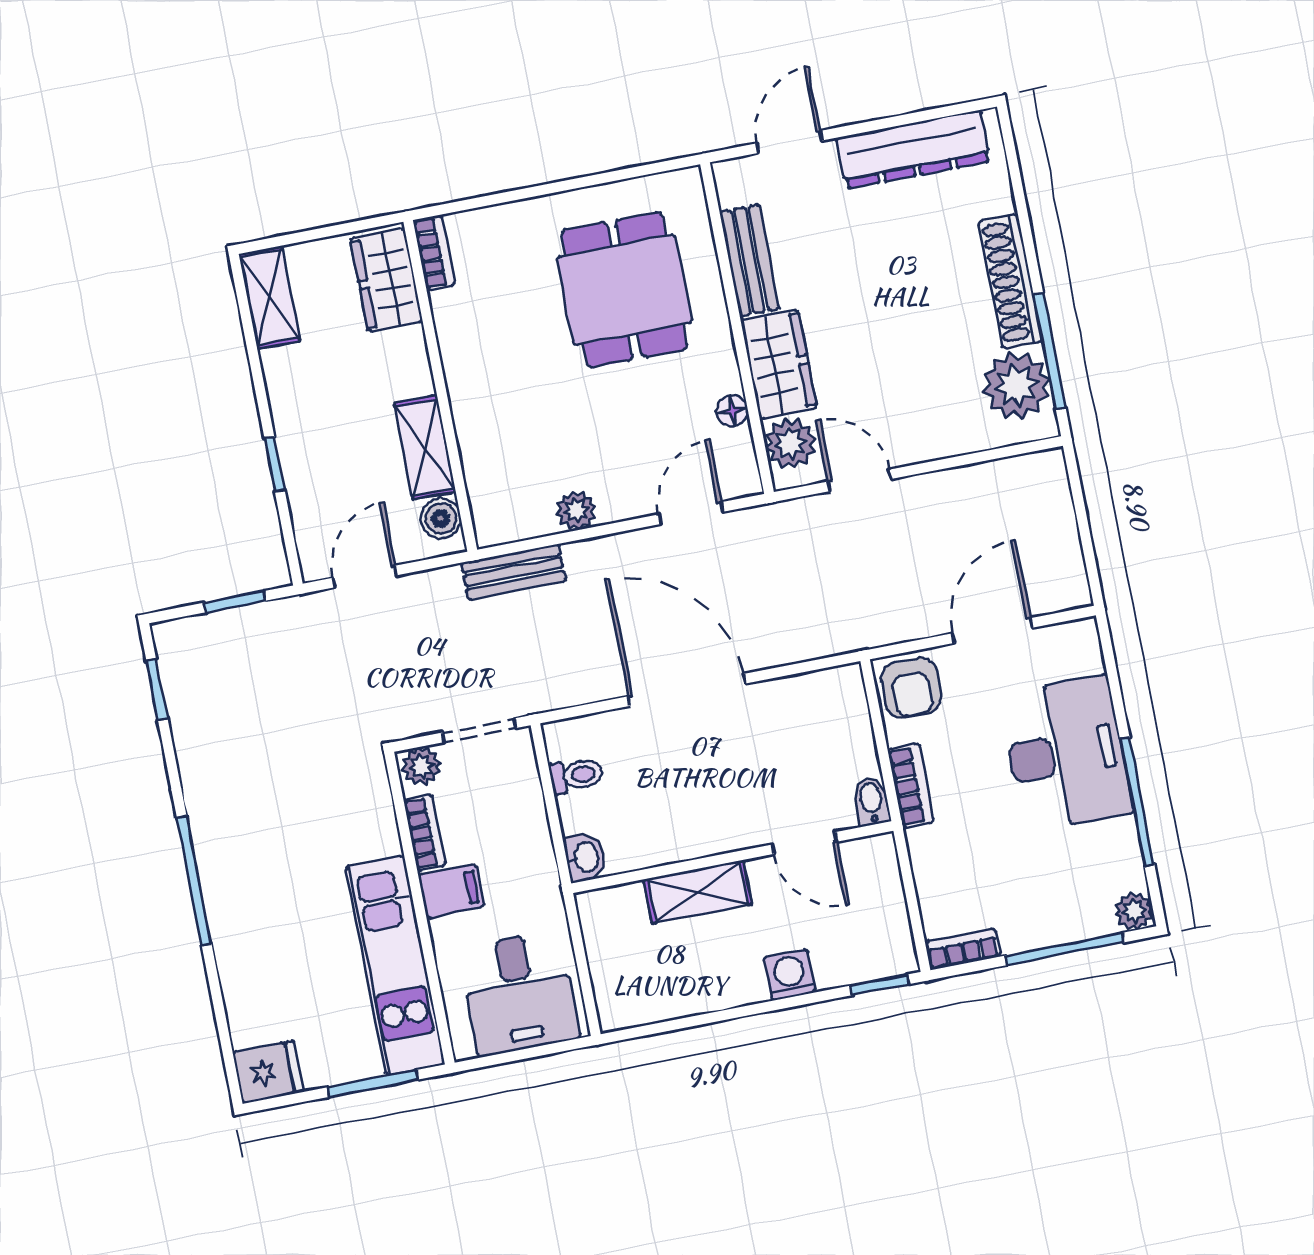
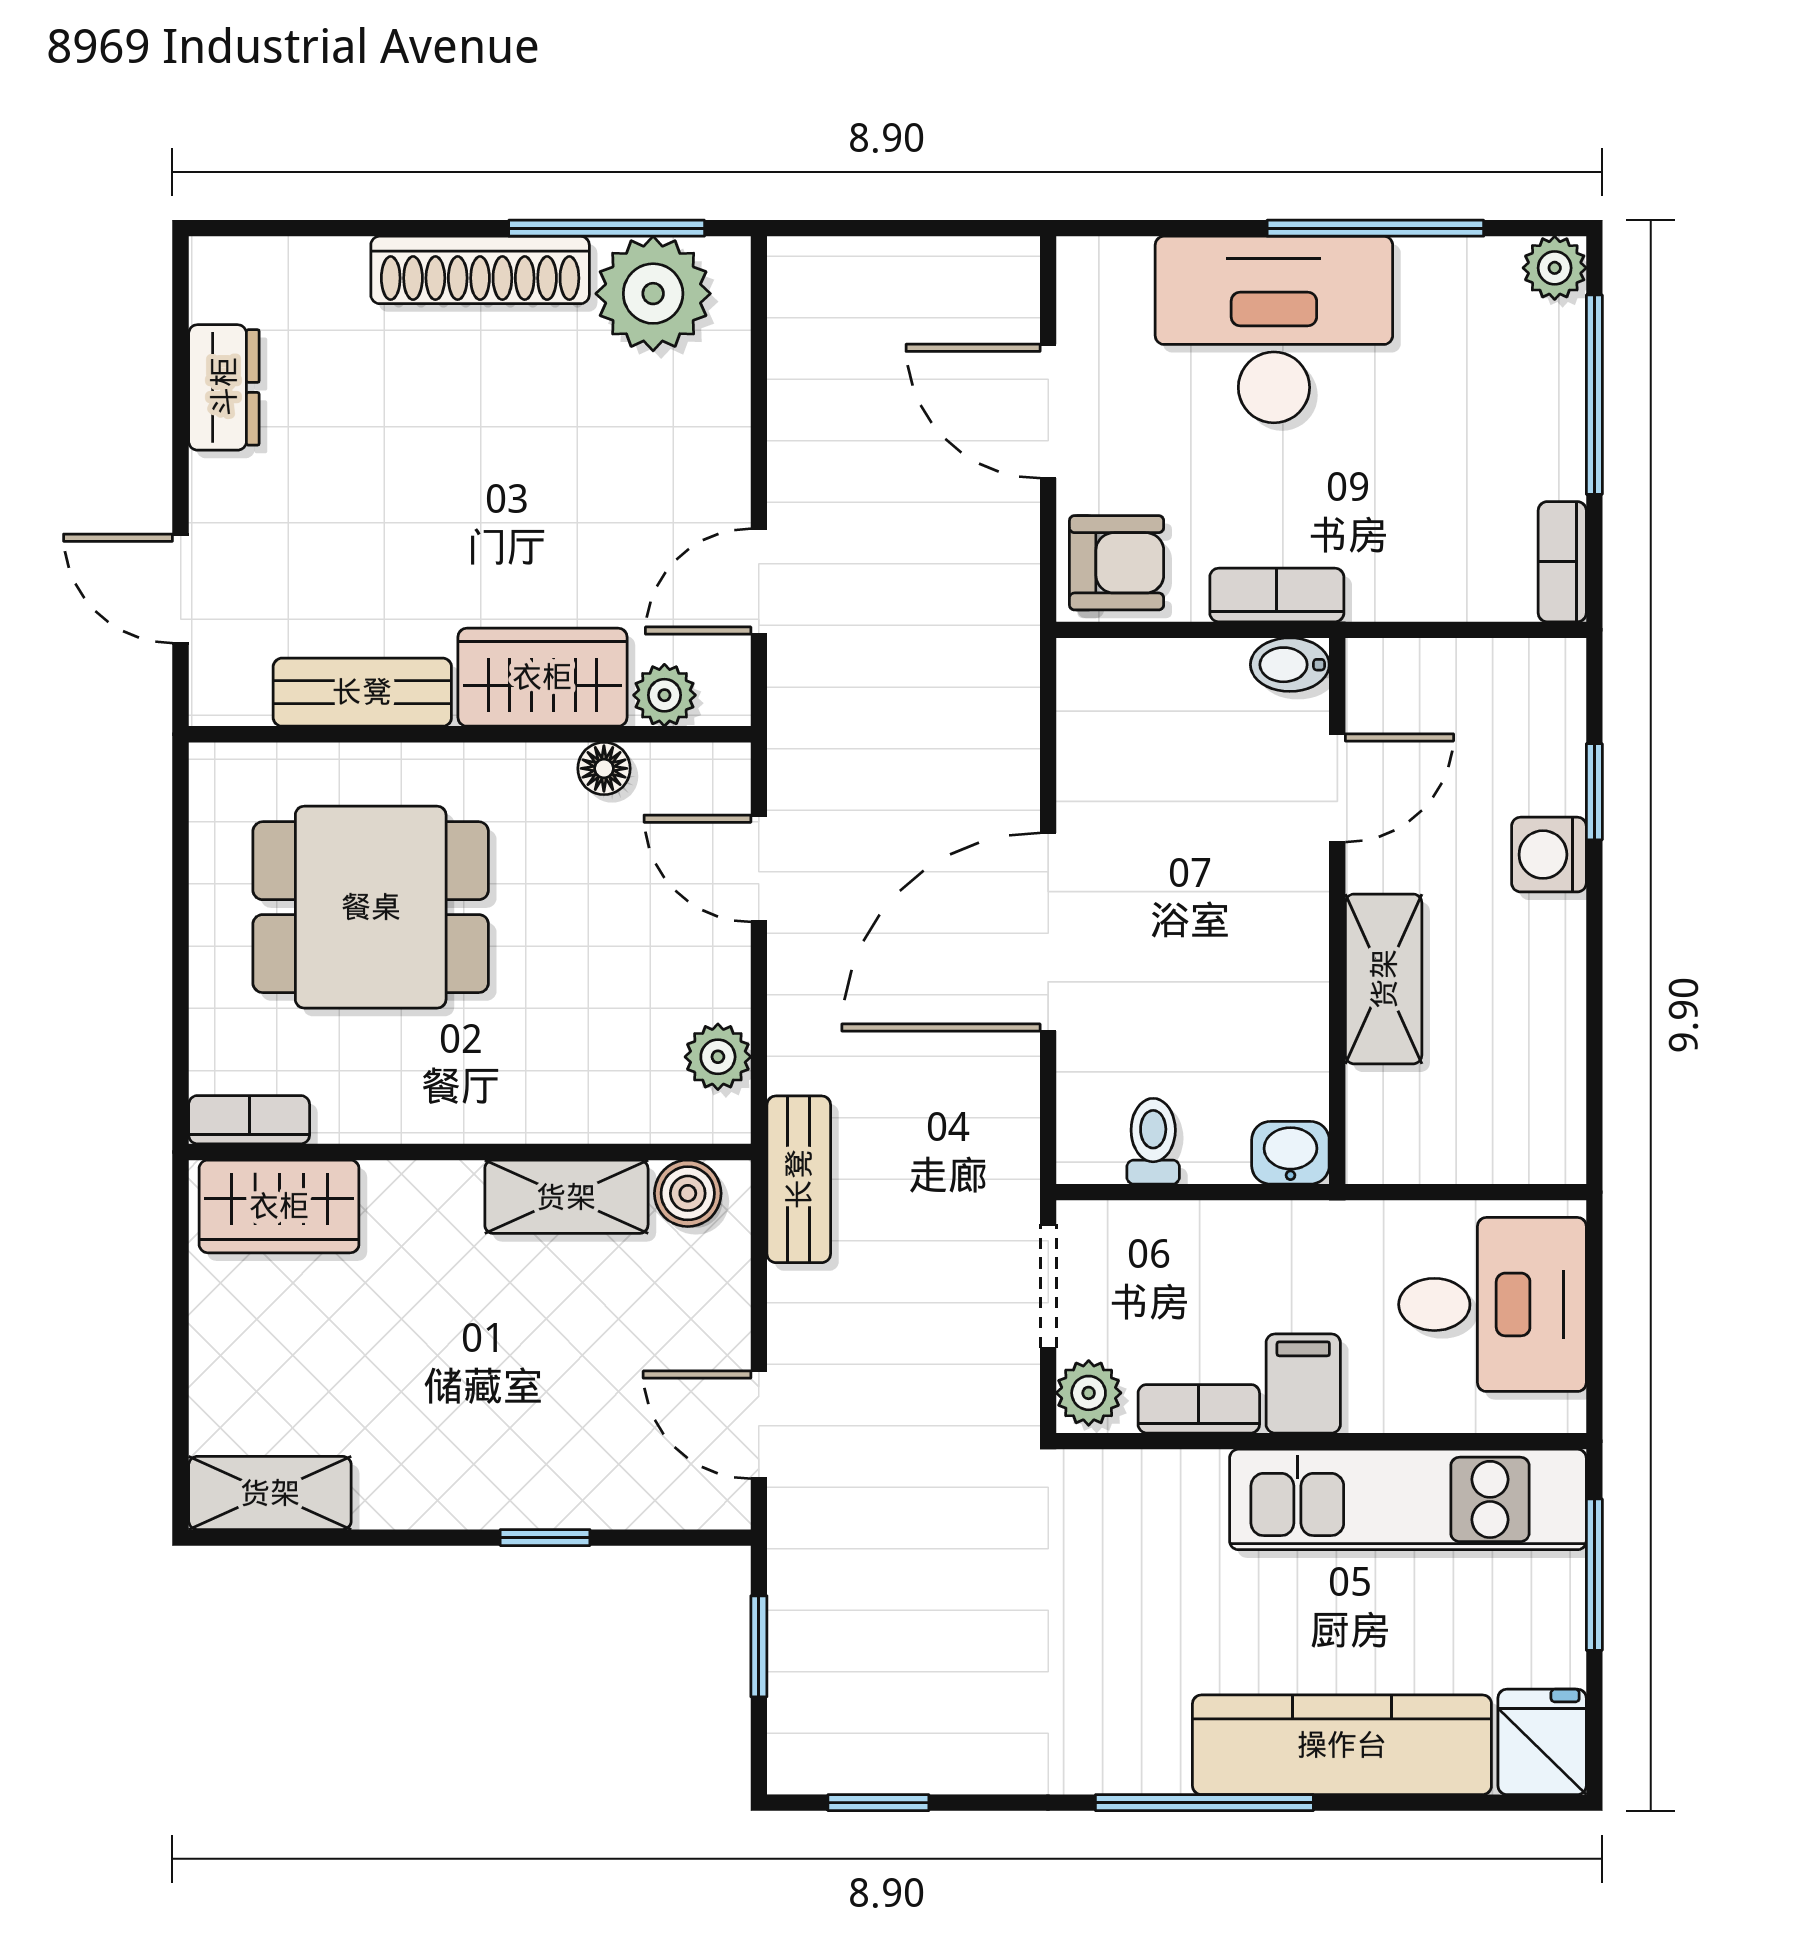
dresser: (913, 149) -> (224, 387), width x0.51, depth x0.80
bookcase: (434, 253) -> (249, 1120), moved
wardrobe: (387, 280) -> (279, 1206), moved
wall: (440, 386) -> (470, 1152), moved
plant: (790, 443) -> (664, 695), width x0.73, depth x0.73
shelving: (425, 448) -> (566, 1197), moved
boiler: (441, 518) -> (688, 1193), moved
kitchen counter: (244, 955) -> (1342, 1745), added
window: (879, 985) -> (1594, 792), moved

